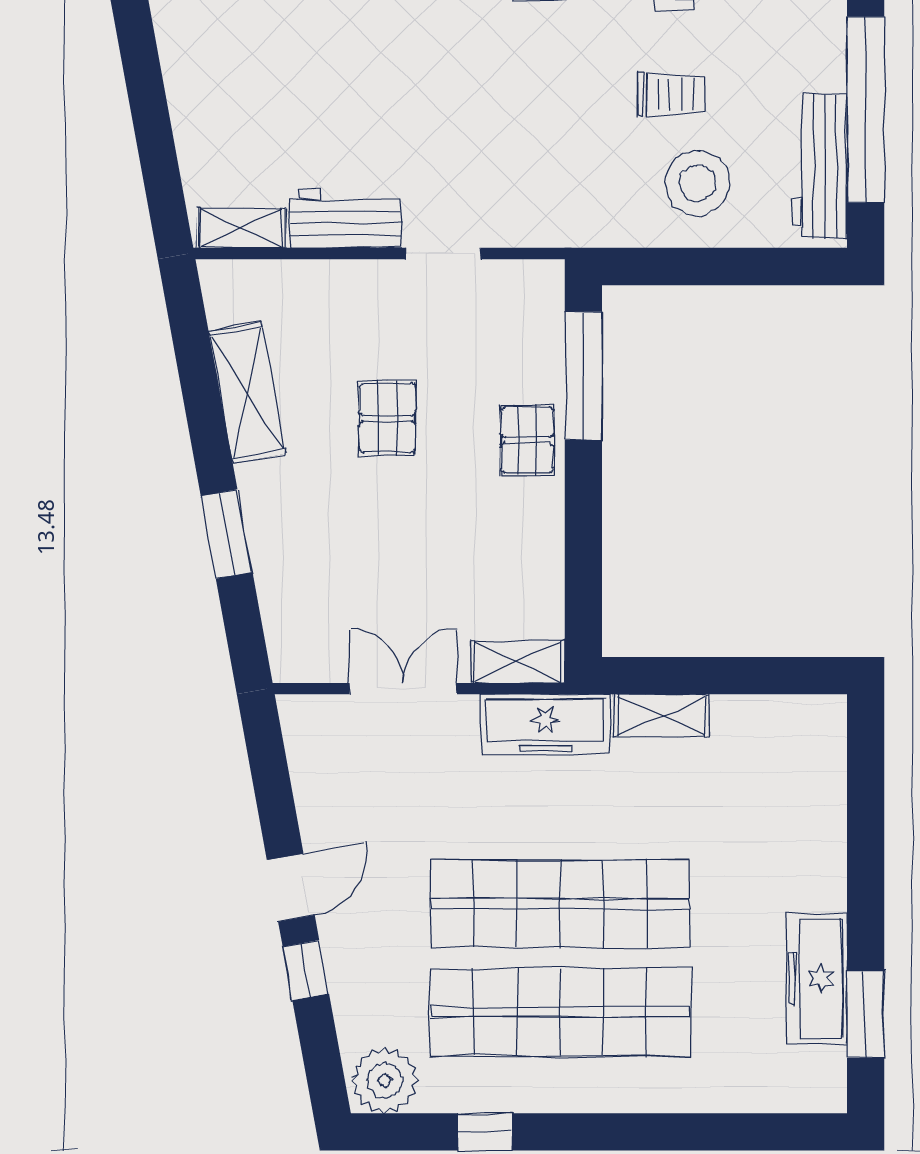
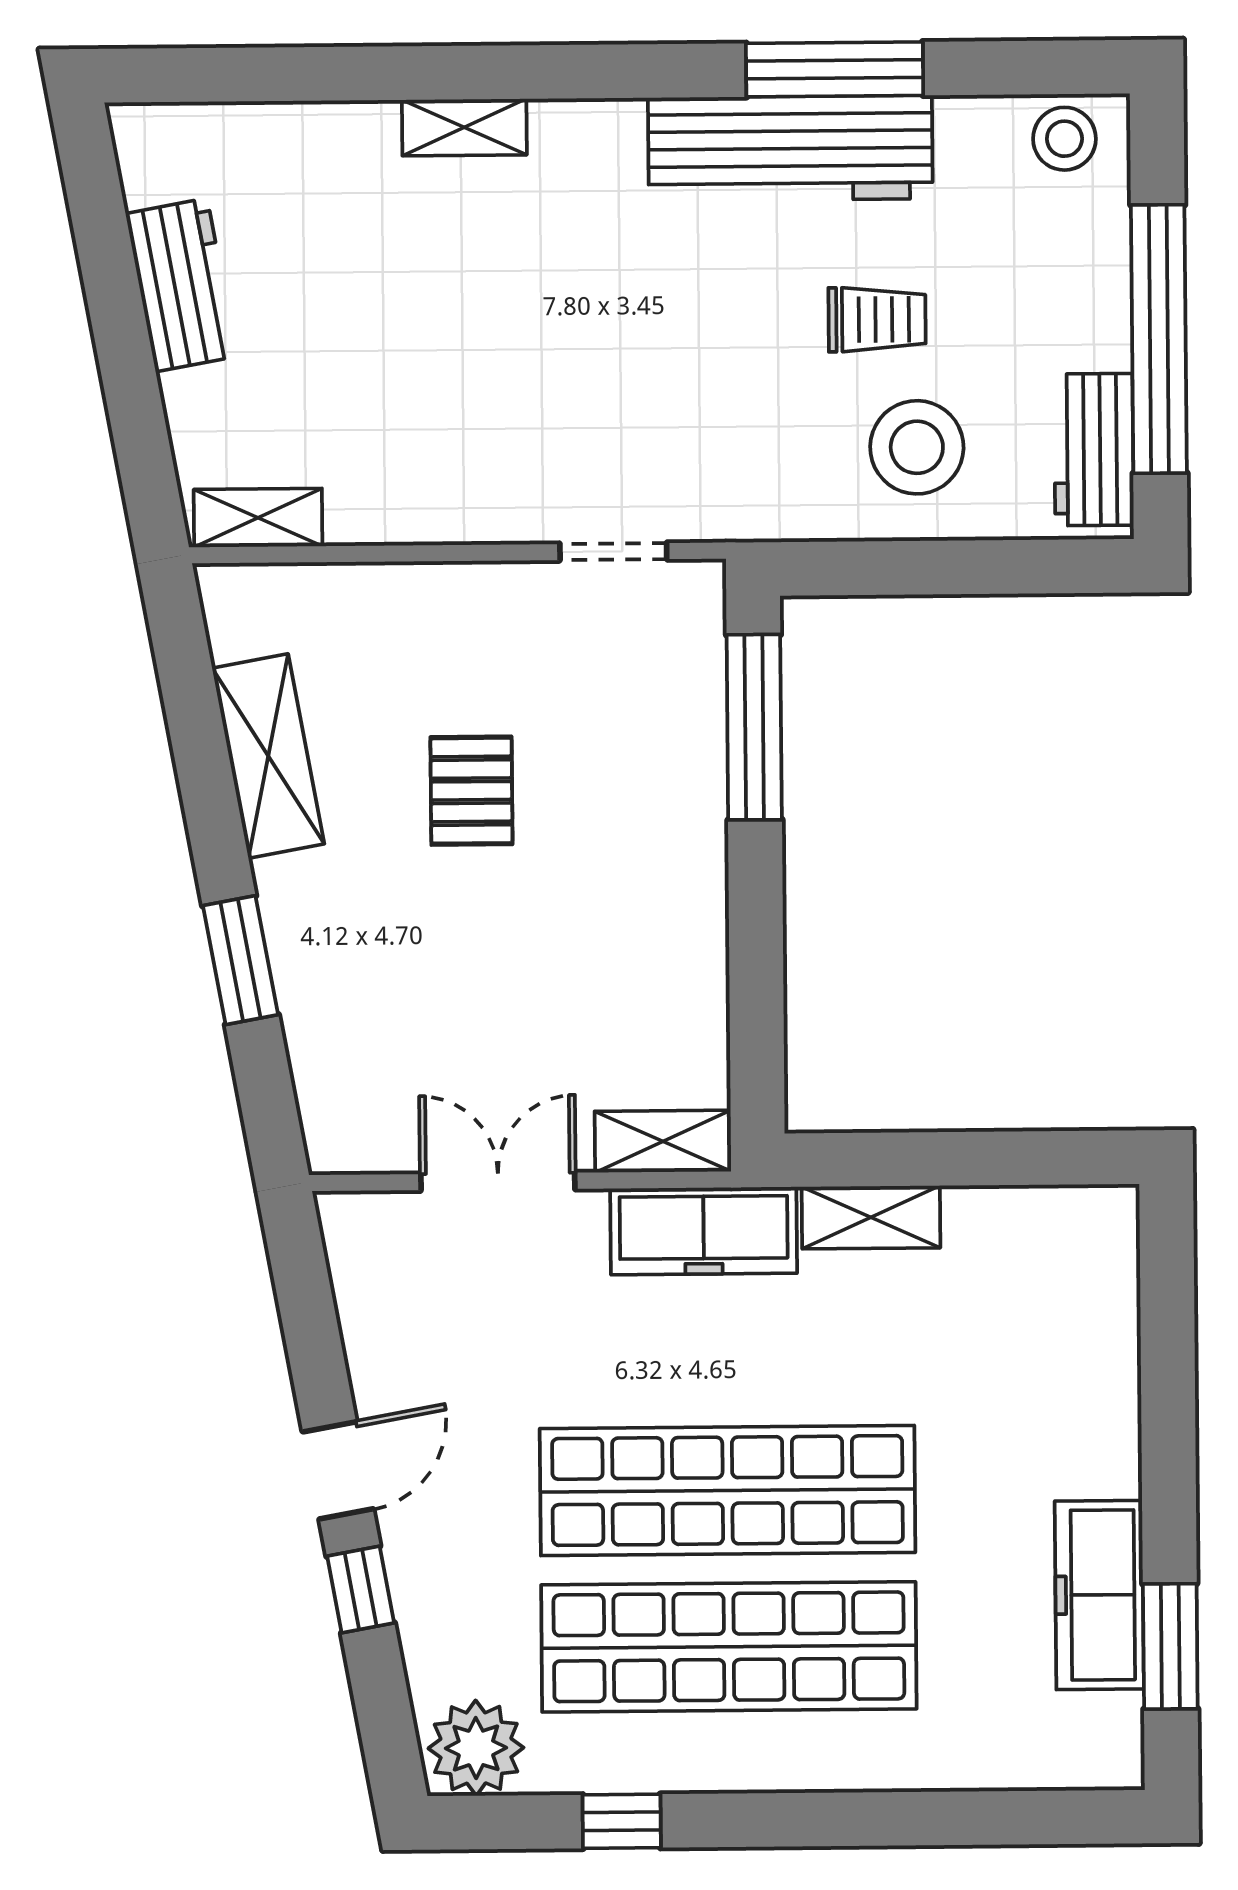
workbench: (820, 166) -> (1094, 450), width x0.73
workbench: (345, 219) -> (181, 285), moved, turned 80
doorway: (443, 254) -> (613, 552), moved
pallet: (527, 440) -> (674, 821), removed

